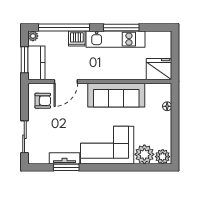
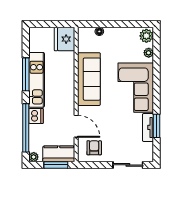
plant: (144, 154) -> (149, 53), width x0.53, depth x0.53

